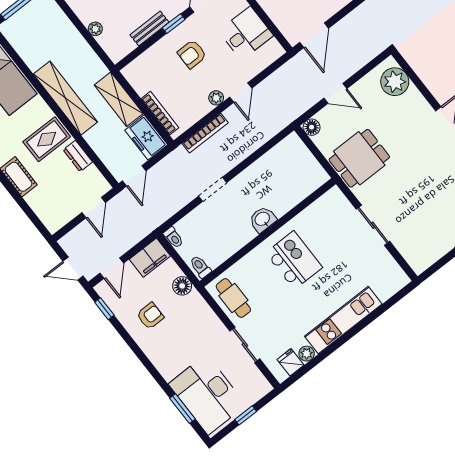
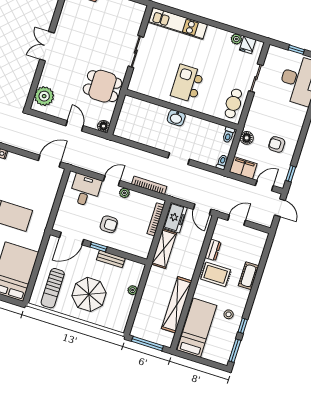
desk: (246, 33) -> (85, 190), moved, turned 90
shelving: (65, 98) -> (177, 305), moved
door: (134, 176) -> (202, 209), swing flipped
kitchen unit: (343, 320) -> (178, 23), moved

